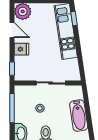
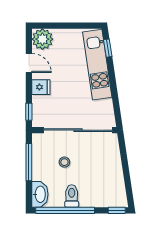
sliding door: (51, 83) -> (78, 130), width x1.86
bathtub: (79, 116) -> (114, 171), removed

